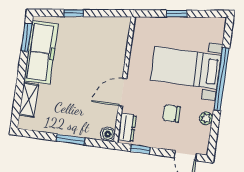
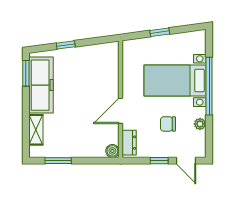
window: (71, 139) -> (58, 161), moved
window: (140, 149) -> (159, 161), moved

